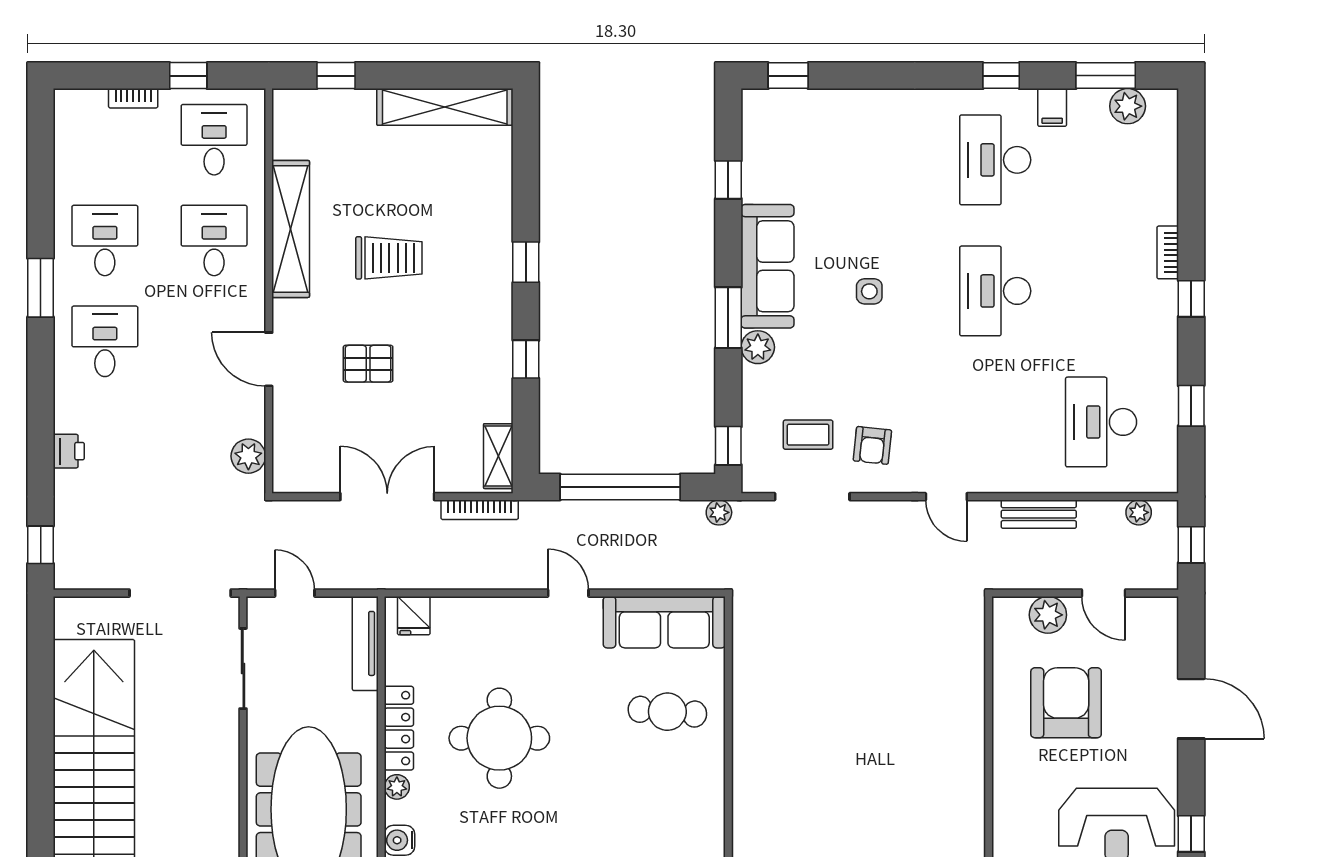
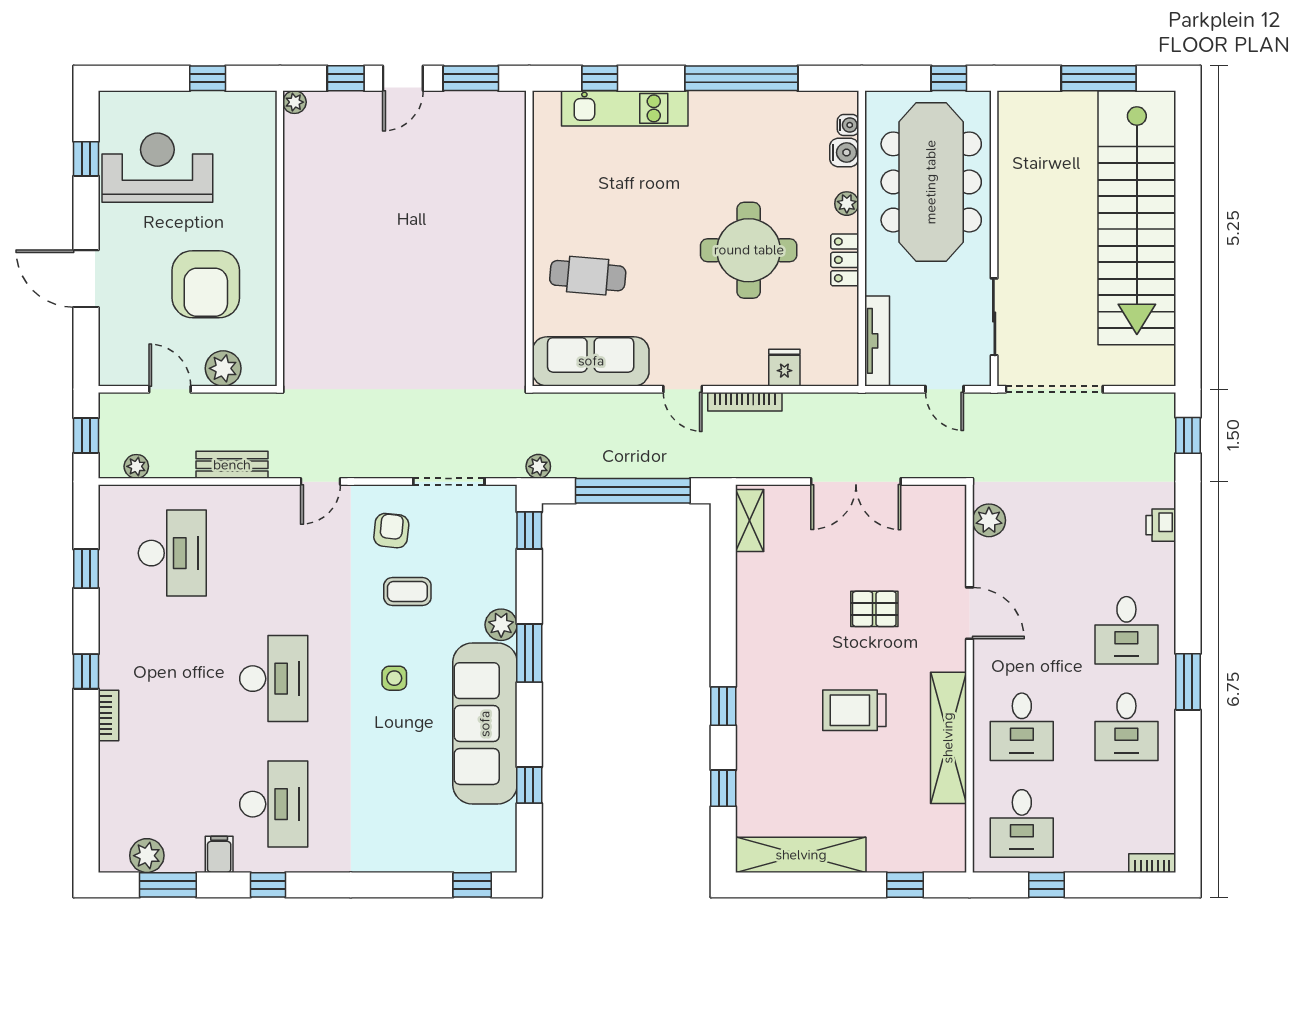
bookcase: (133, 98) -> (1152, 863), moved
sofa: (767, 266) -> (485, 724), width x1.36, depth x1.27
window: (526, 359) -> (723, 788), moved
coffee table: (808, 435) -> (407, 591), moved
door: (946, 497) -> (321, 482), swing flipped
bookcase: (480, 510) -> (745, 402), moved, turned 180
fridge: (414, 616) -> (784, 368), moved
locker: (399, 728) -> (845, 260), width x0.66

